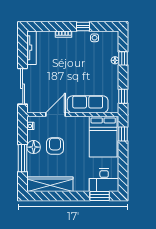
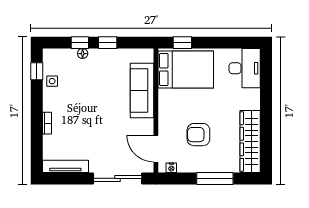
window: (83, 26) -> (37, 71), moved
window: (123, 96) -> (108, 43), moved
door: (56, 114) -> (156, 149), moved
floor lamp: (34, 147) -> (200, 164), removed
window: (100, 196) -> (266, 74), removed

